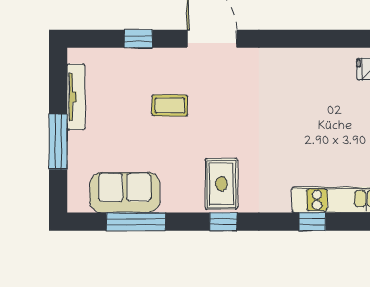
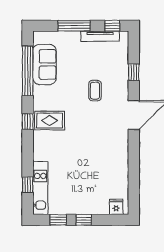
window: (58, 76) -> (112, 26), added
window: (136, 222) -> (28, 71), width x1.46
window: (312, 222) -> (28, 185), moved

